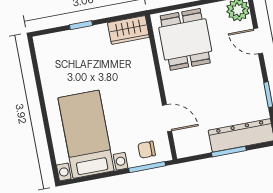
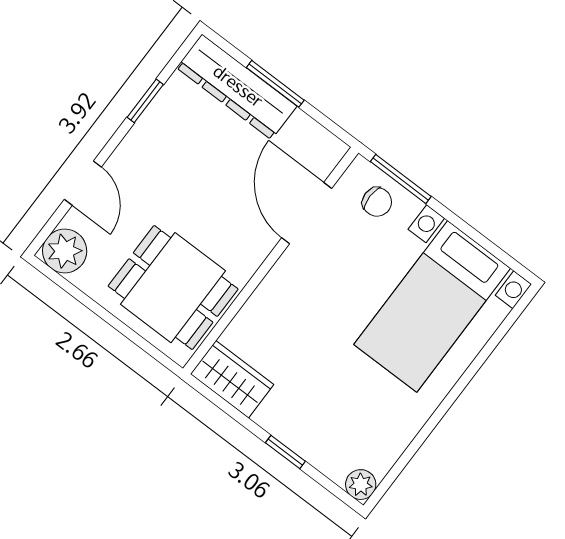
dining table: (185, 39) -> (173, 288), turned 90
plant: (42, 43) -> (361, 485), added
door: (167, 118) -> (307, 213), width x1.38

